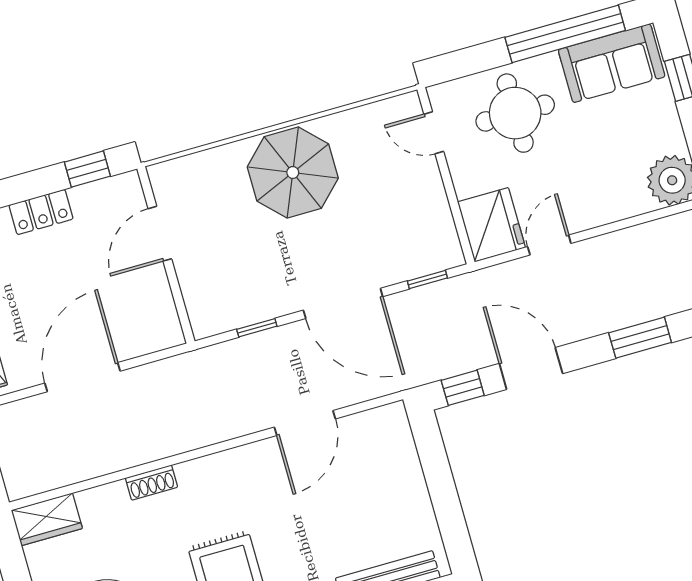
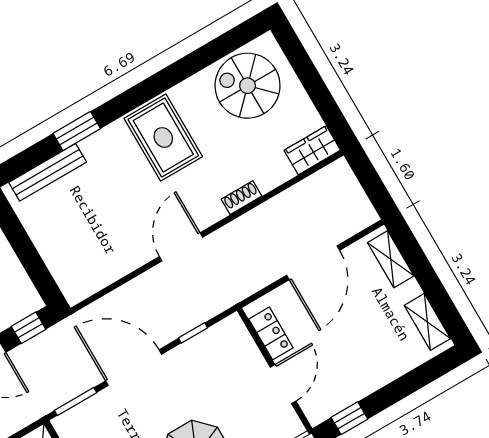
locker: (41, 212) -> (271, 333), moved, turned 90
window: (427, 280) -> (76, 401), width x1.50
door: (305, 423) -> (181, 247), moved

